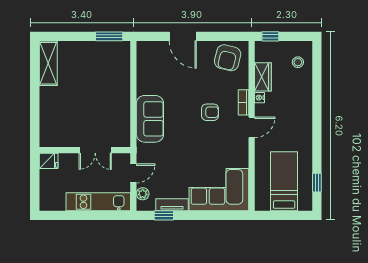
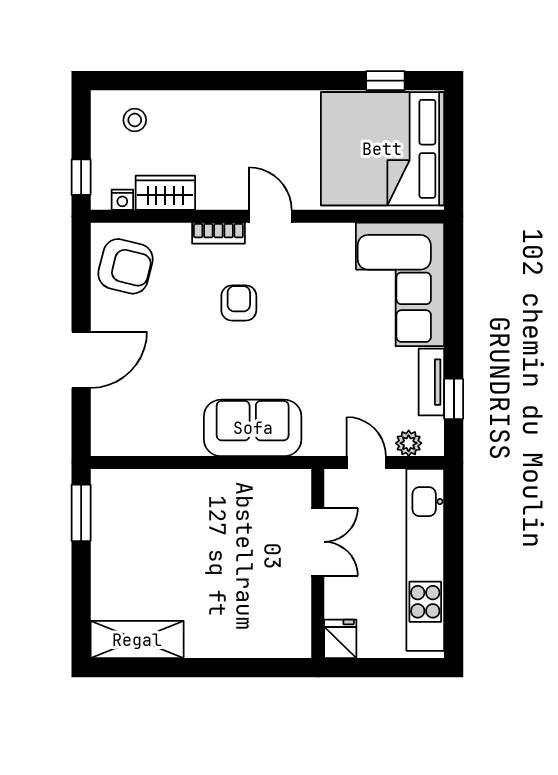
nightstand: (260, 98) -> (122, 200), moved
bed: (284, 181) -> (382, 149), width x2.04
kitchen unit: (98, 202) -> (425, 560), width x1.36

